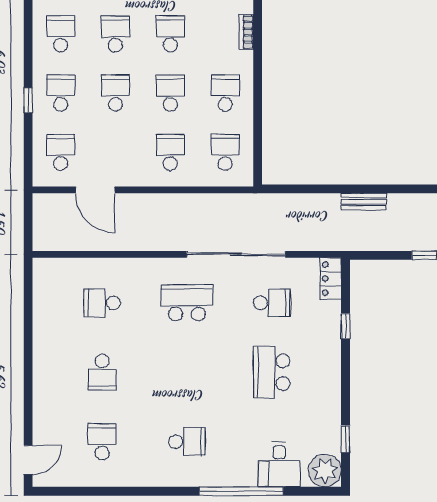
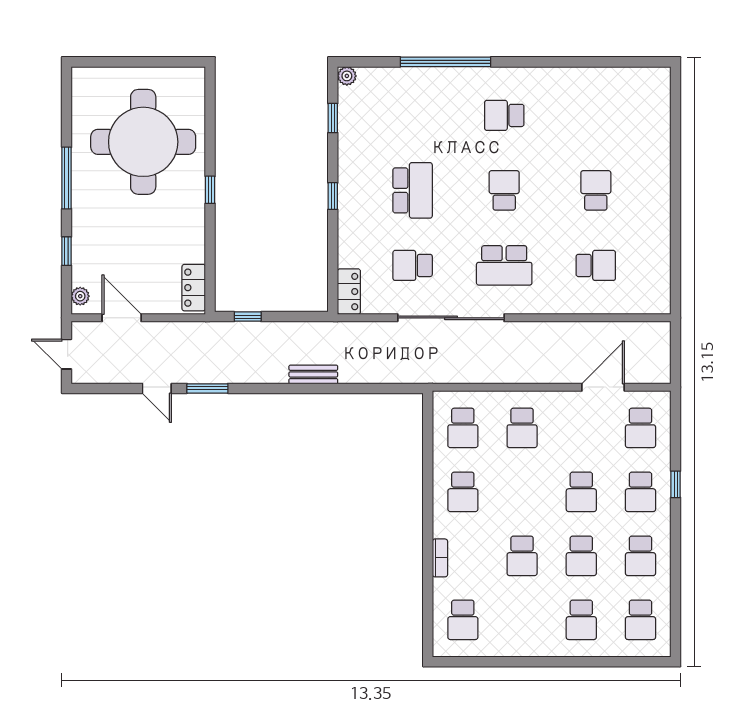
school desk: (170, 93) -> (522, 492), removed
door: (95, 190) -> (603, 387), hinge flipped
window: (346, 326) -> (333, 196), moved
school desk: (102, 442) -> (504, 190), moved, turned 180
door: (28, 460) -> (676, 96), removed
desk: (279, 464) -> (404, 91), removed
plant: (325, 471) -> (347, 76), width x0.53, depth x0.53

